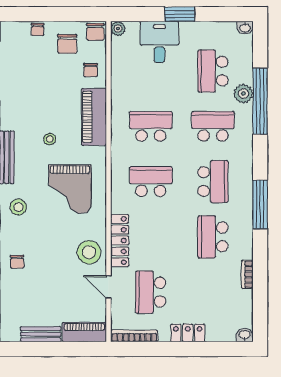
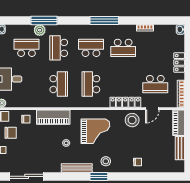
school desk: (213, 71) -> (27, 48), turned 180
window: (260, 101) -> (44, 20), width x0.68
school desk: (151, 126) -> (59, 84), turned 180

